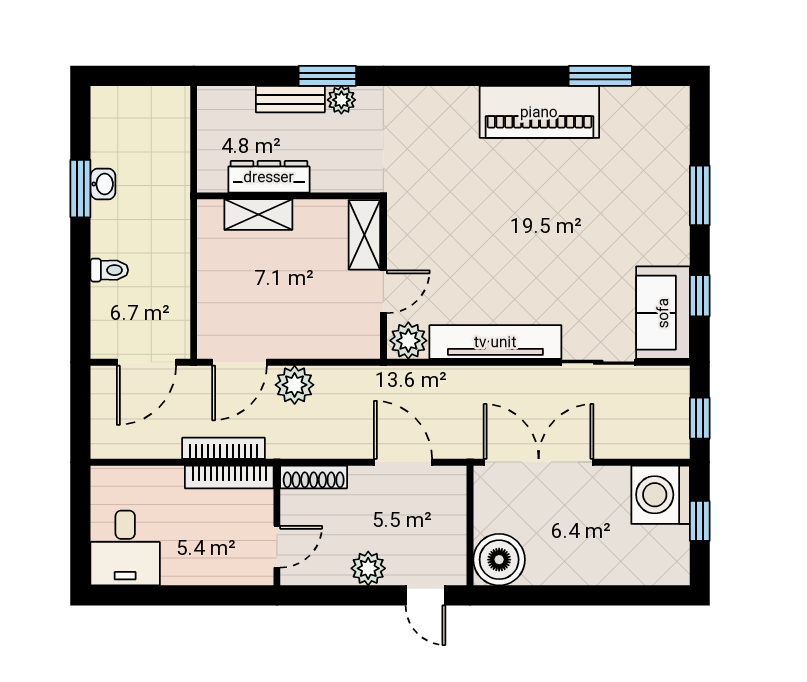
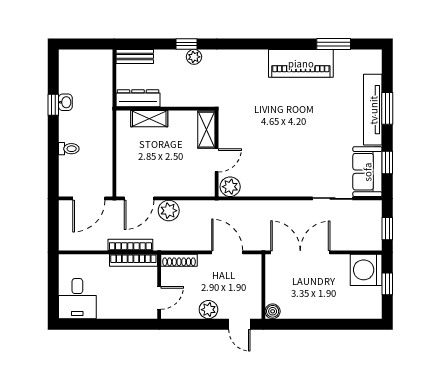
window: (327, 76) -> (186, 44), width x0.67
bench: (290, 99) -> (135, 56), moved
dresser: (269, 177) -> (138, 98), moved
window: (80, 189) -> (53, 105), width x0.67
tv unit: (495, 342) -> (373, 110), moved, turned -90
boiler: (499, 560) -> (273, 311), width x0.54, depth x0.54

